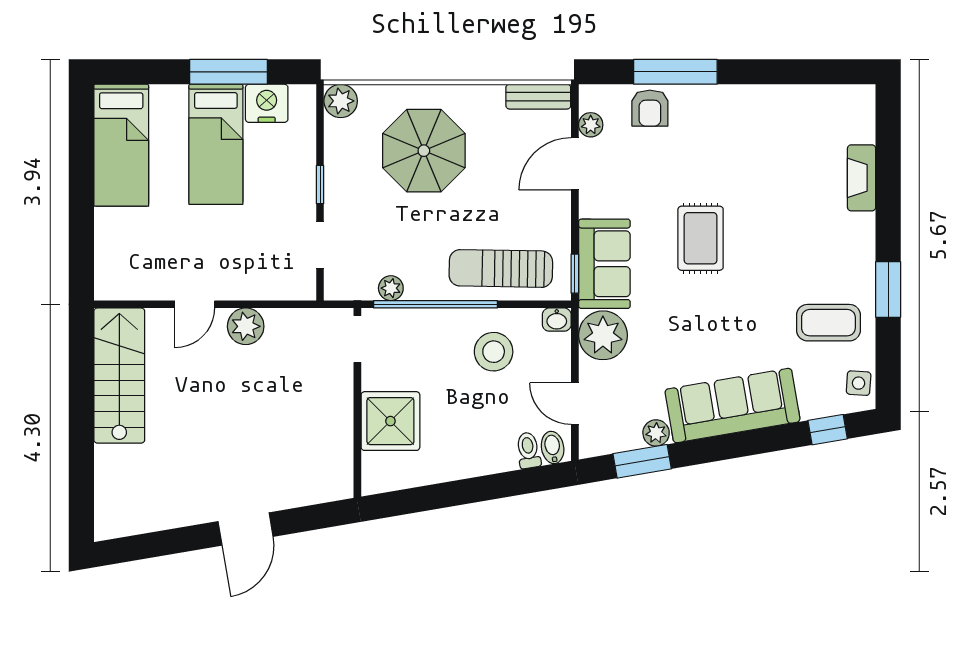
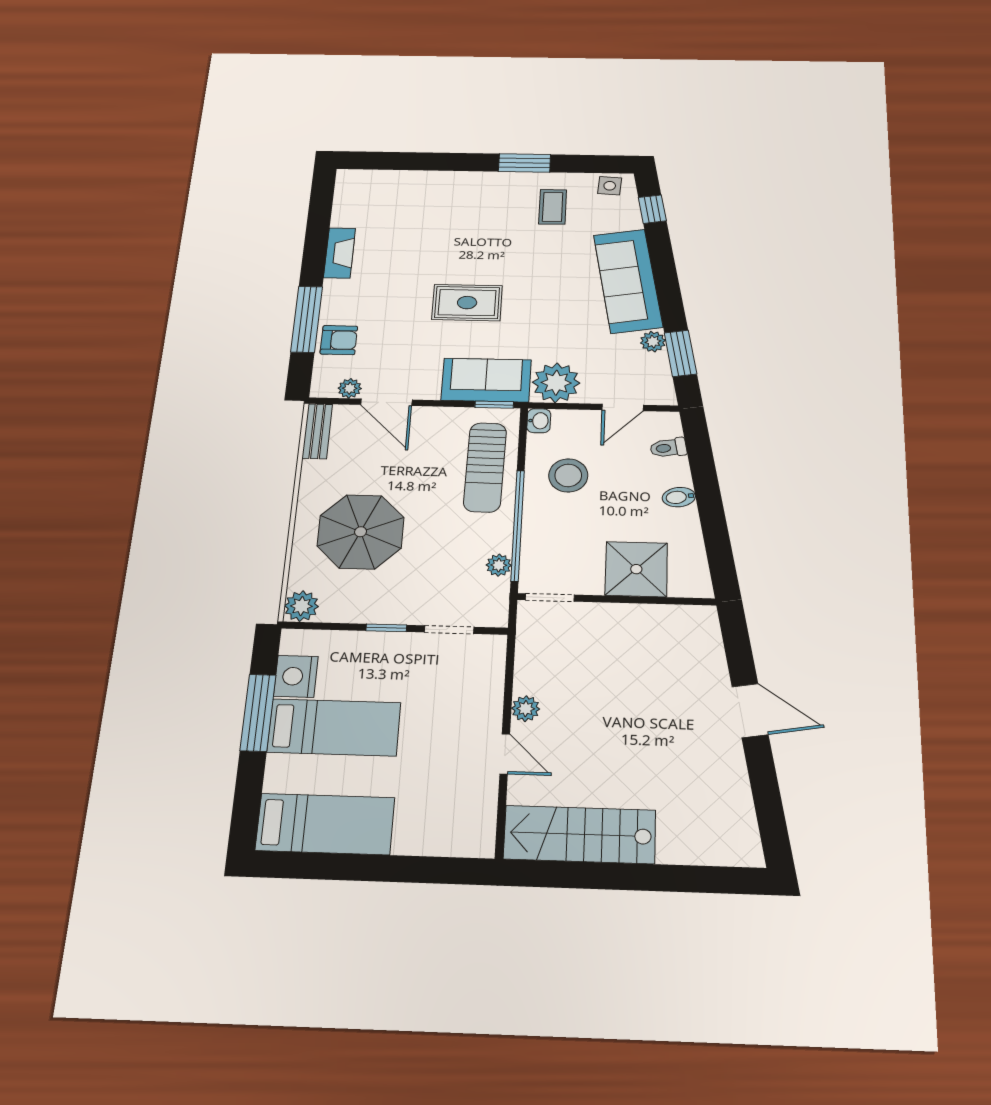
fireplace: (862, 178) -> (340, 253), moved, turned -90
coffee table: (828, 323) -> (553, 207), width x0.73, depth x0.77
plant: (246, 326) -> (526, 709), width x0.73, depth x0.73
bidet: (553, 447) -> (679, 497), moved

